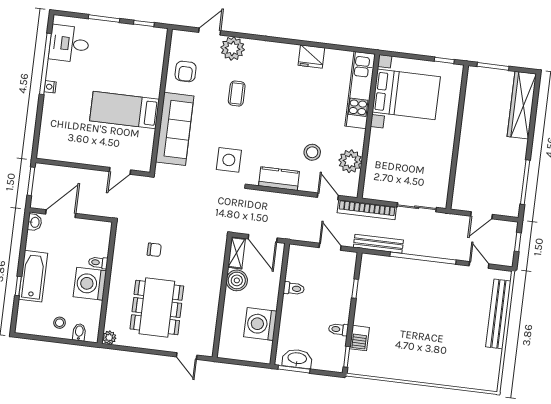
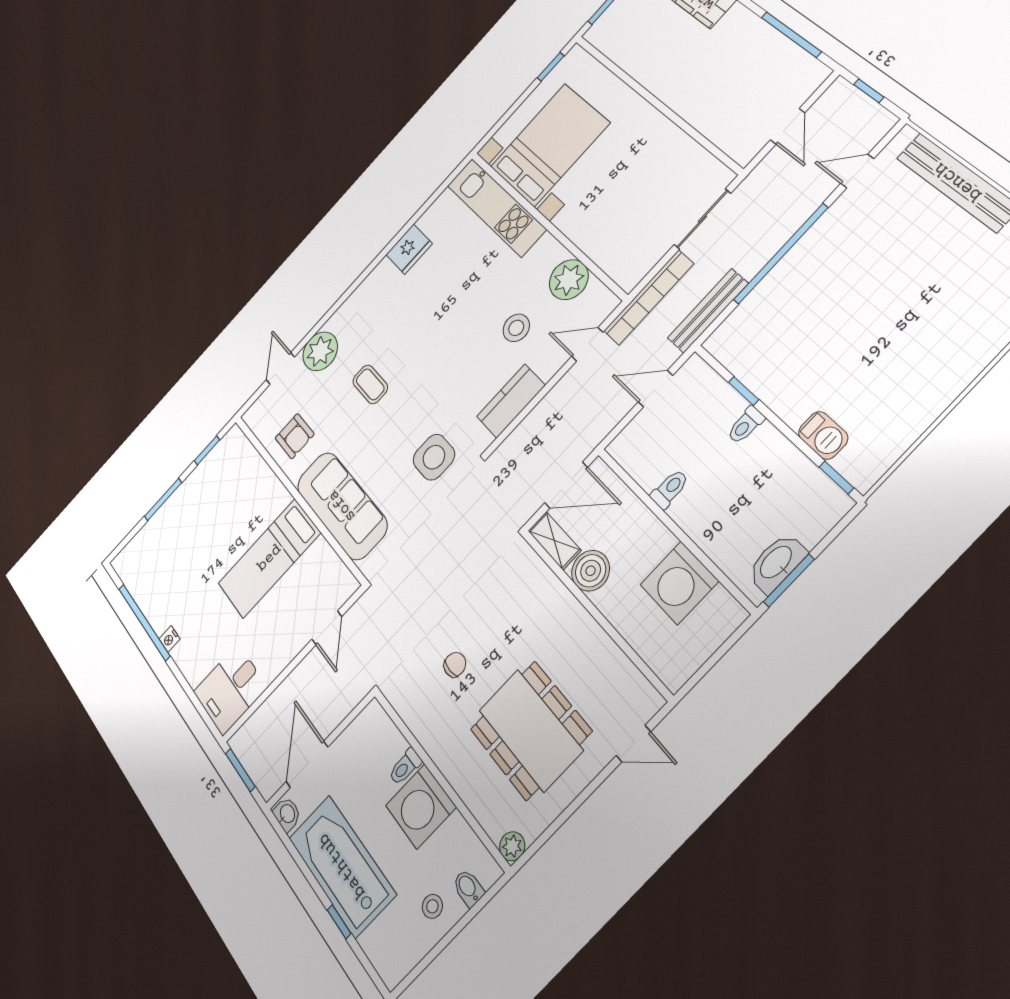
desk: (69, 44) -> (230, 689), moved
bathtub: (33, 276) -> (342, 866), width x1.36, depth x1.36
toilet: (338, 329) -> (746, 425), moved

